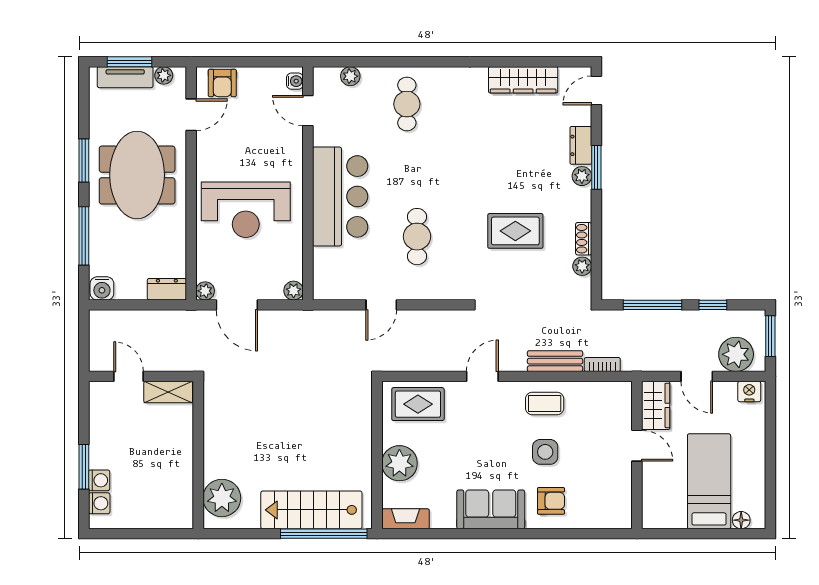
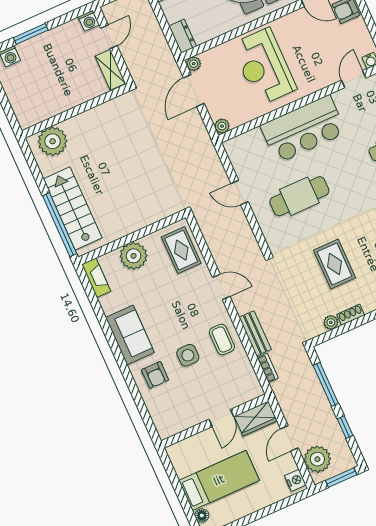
cafe table: (417, 237) -> (299, 196), width x1.37, depth x1.35
washing machine: (99, 480) -> (89, 21), moved

